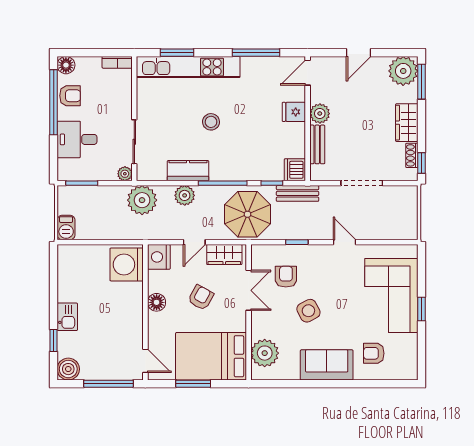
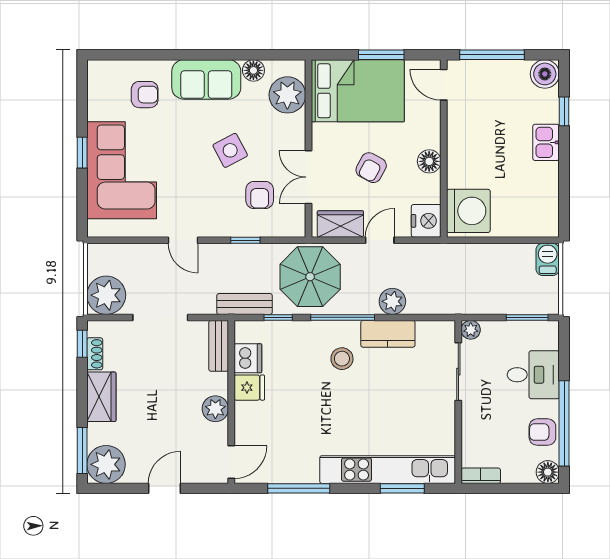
fridge: (294, 112) -> (249, 388), moved
stool: (211, 122) -> (342, 359), moved
bench: (317, 144) -> (219, 346), moved
dishwasher: (295, 170) -> (248, 358), moved
plant: (142, 200) -> (106, 295), moved
floor lamp: (291, 372) -> (253, 70), added

